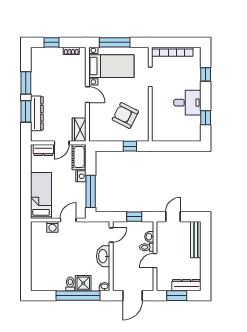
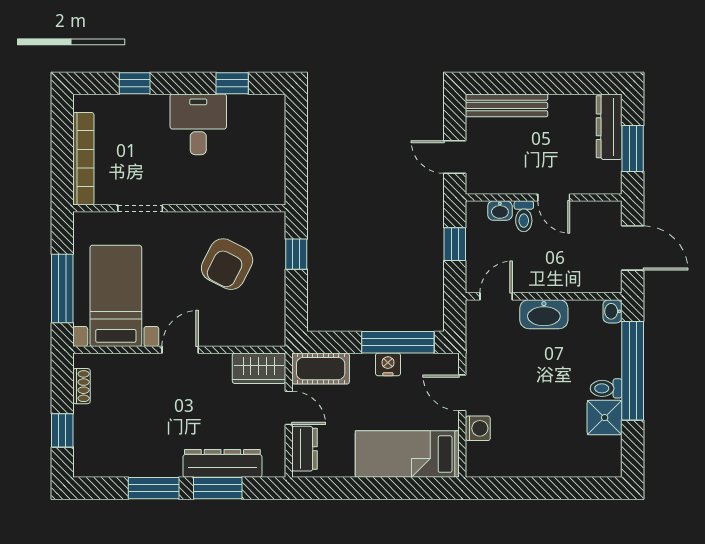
nightstand: (81, 176) -> (388, 364), moved
door: (111, 235) -> (496, 296), hinge flipped
shower: (83, 283) -> (605, 418), moved

